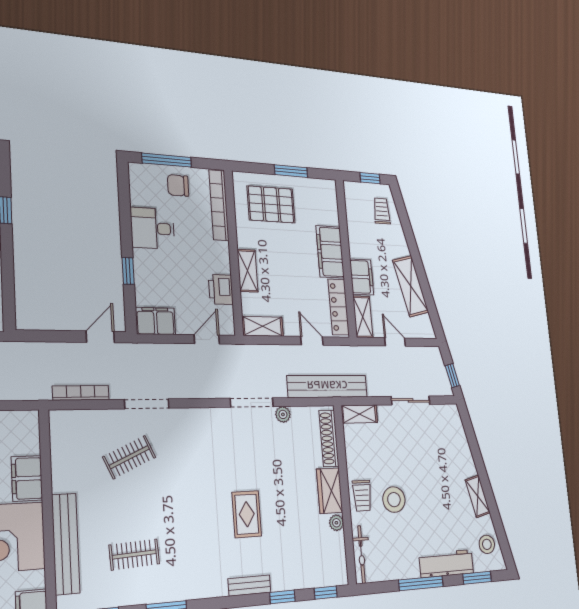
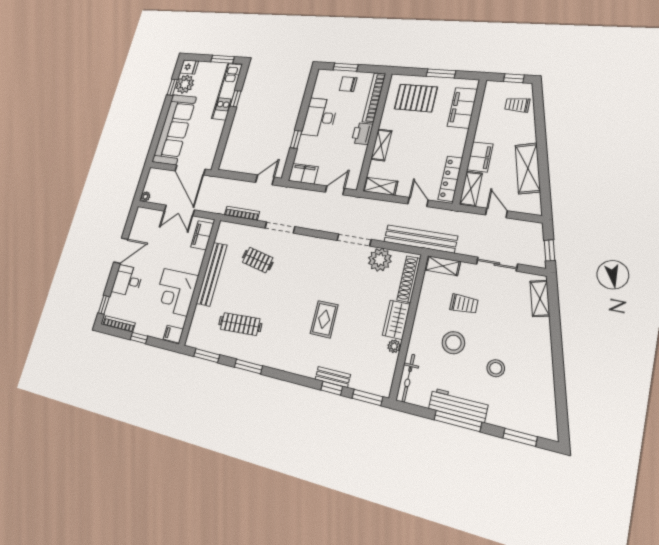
window: (167, 160) -> (346, 67), width x0.69
trolley: (382, 211) -> (517, 105), turned -90
desk: (153, 228) -> (320, 117), width x1.37
filing cabinet: (330, 252) -> (462, 108), moved
printer: (221, 289) -> (362, 134), moved
plant: (283, 414) -> (380, 260), width x1.87, depth x1.87
clothes rail: (129, 457) -> (258, 260), turned 36
filing cabinet: (27, 478) -> (202, 235), moved
trolley: (362, 496) -> (464, 304), moved, turned -90
shelving: (478, 496) -> (540, 298), moved
bench: (66, 544) -> (212, 274), moved
stool: (487, 544) -> (496, 368), moved
clothes rail: (134, 554) -> (240, 324), width x1.36
workbench: (446, 564) -> (458, 405), moved
bench: (249, 586) -> (333, 377), moved
window: (326, 593) -> (367, 397), width x1.50

